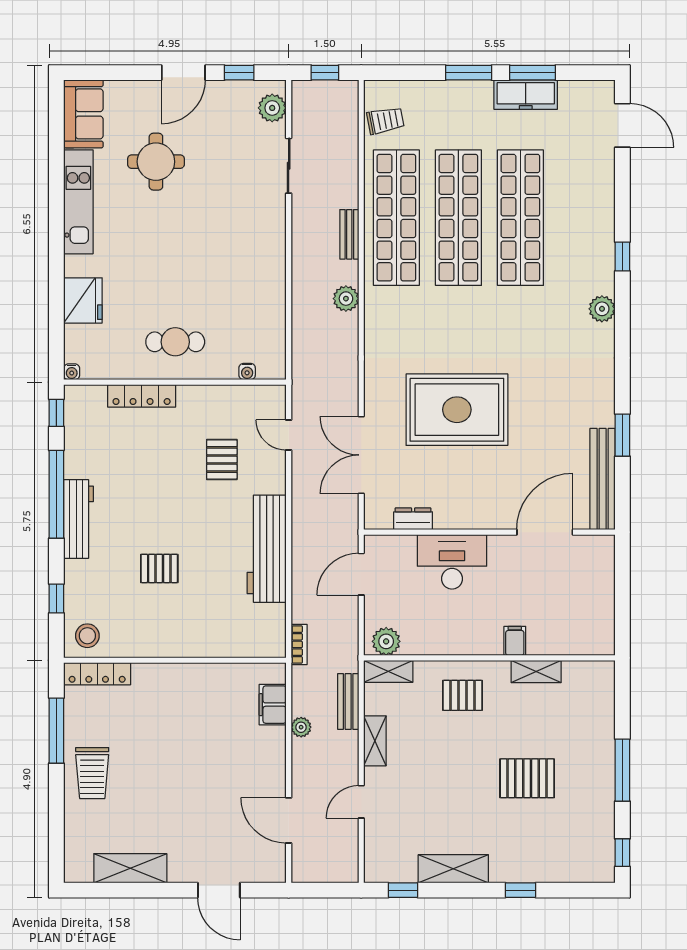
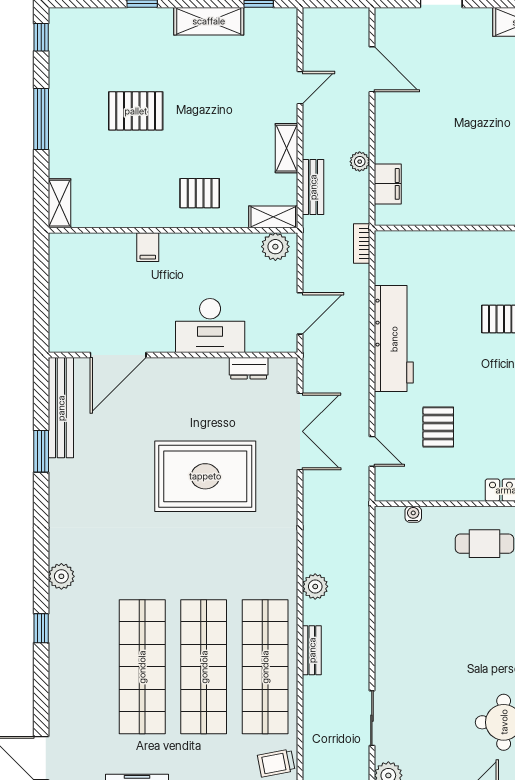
shelving: (536, 671) -> (59, 203), moved, turned 90

